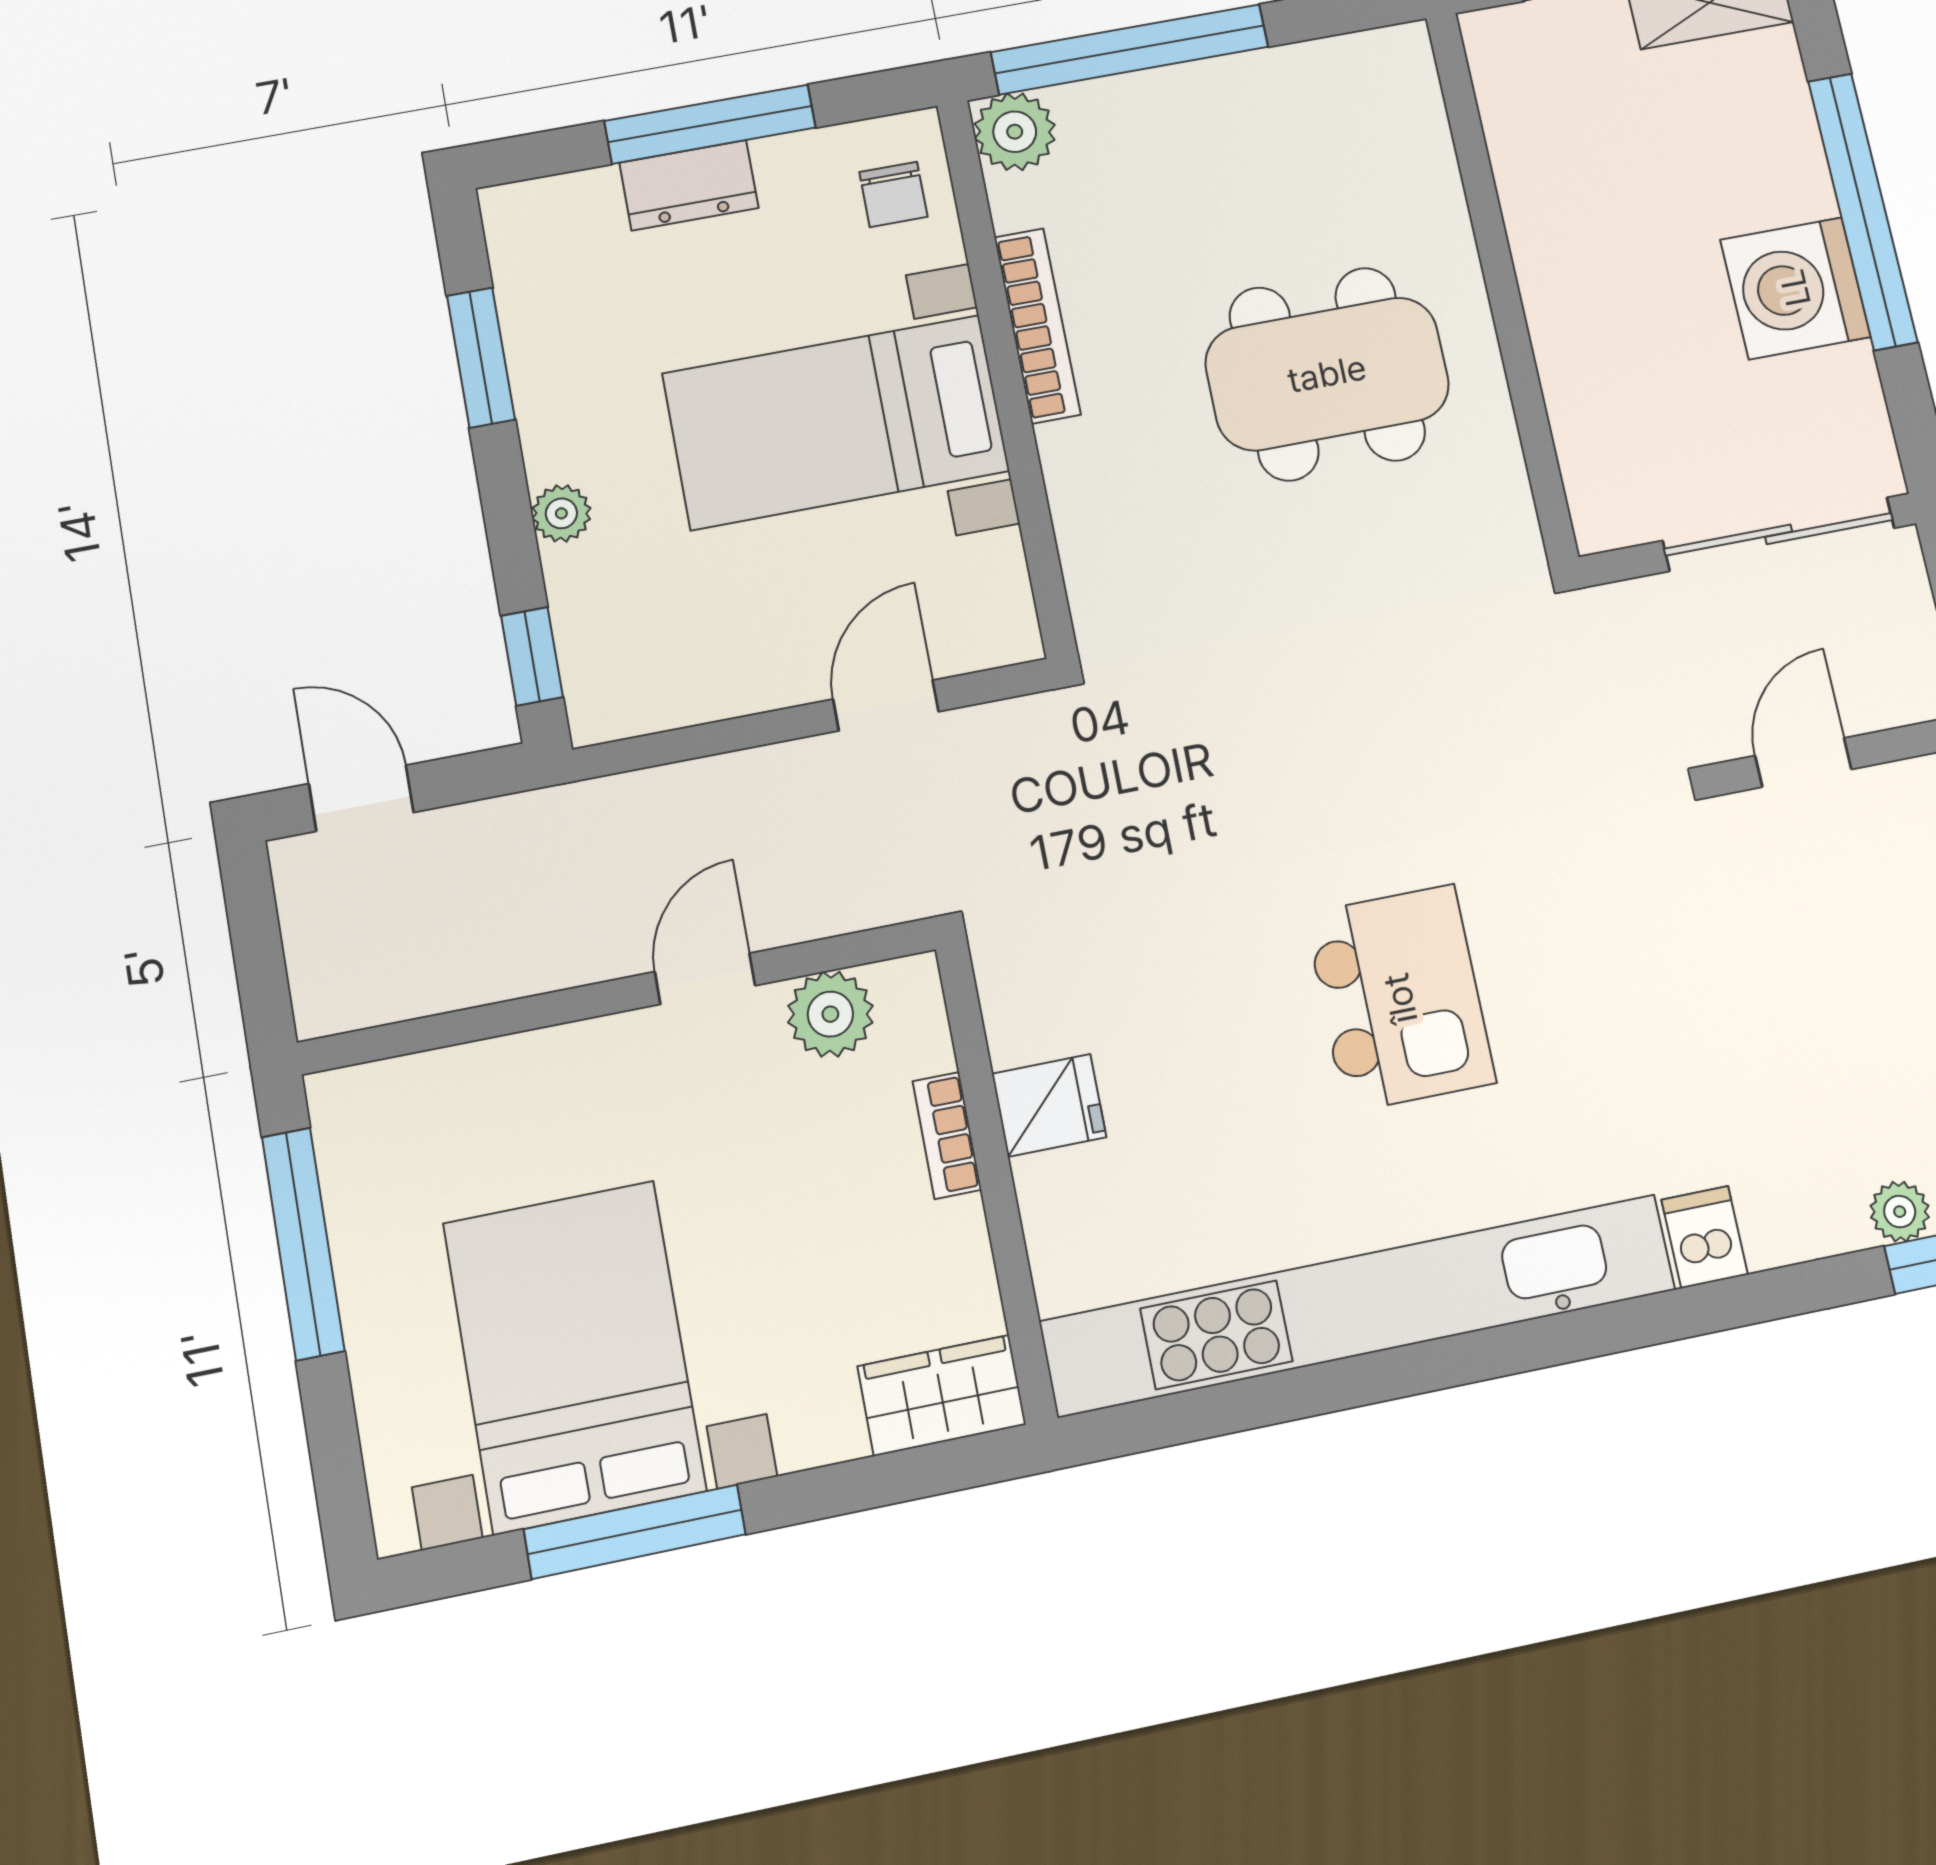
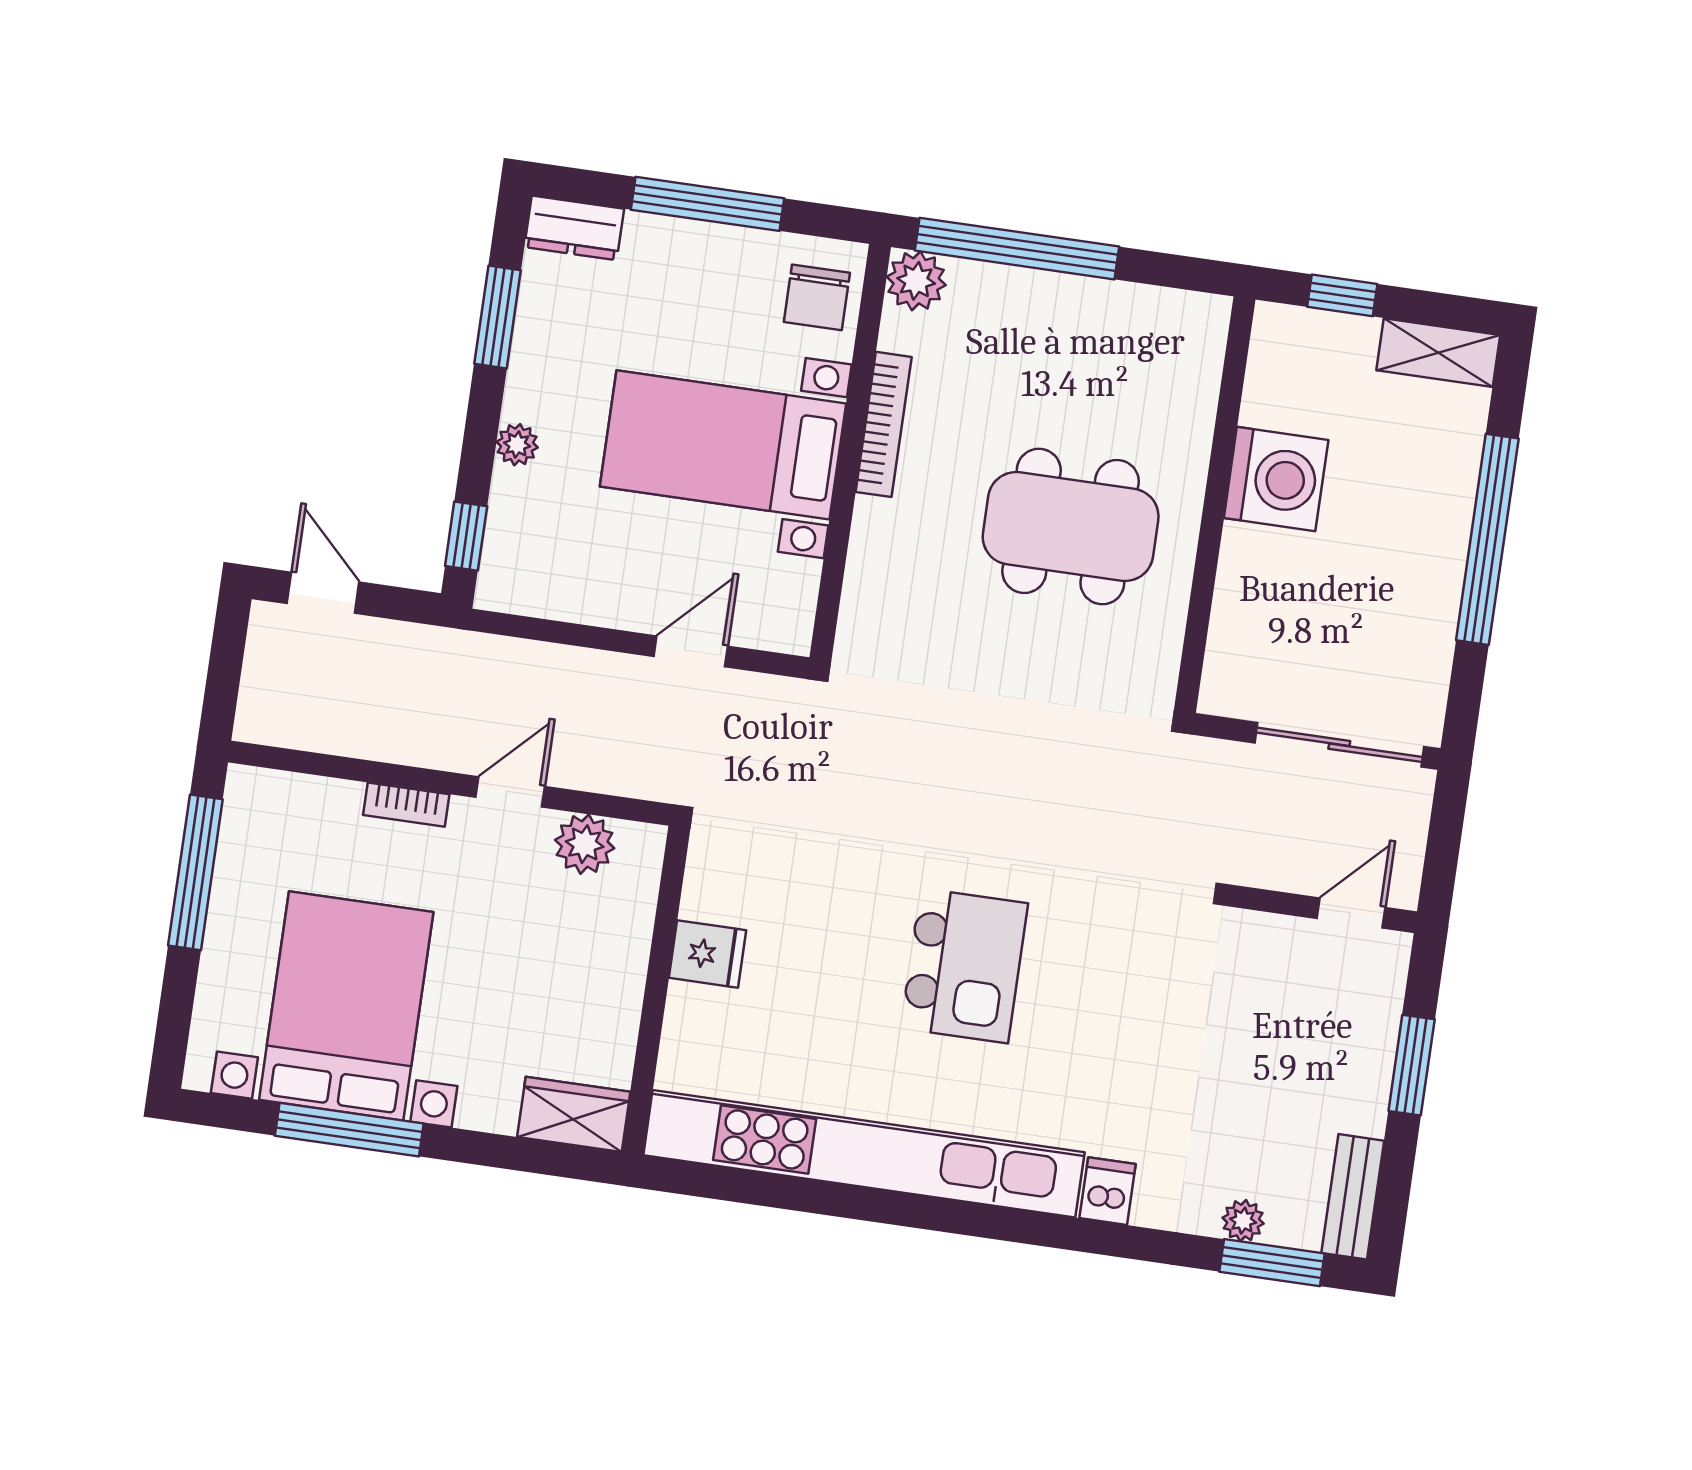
dresser: (689, 185) -> (574, 228), moved
chair: (893, 194) -> (817, 297), width x1.37, depth x1.37
washing machine: (1795, 288) -> (1276, 479), moved, turned 180
door: (1803, 762) -> (1351, 913), moved
bookcase: (947, 1135) -> (406, 805), moved, turned -90

